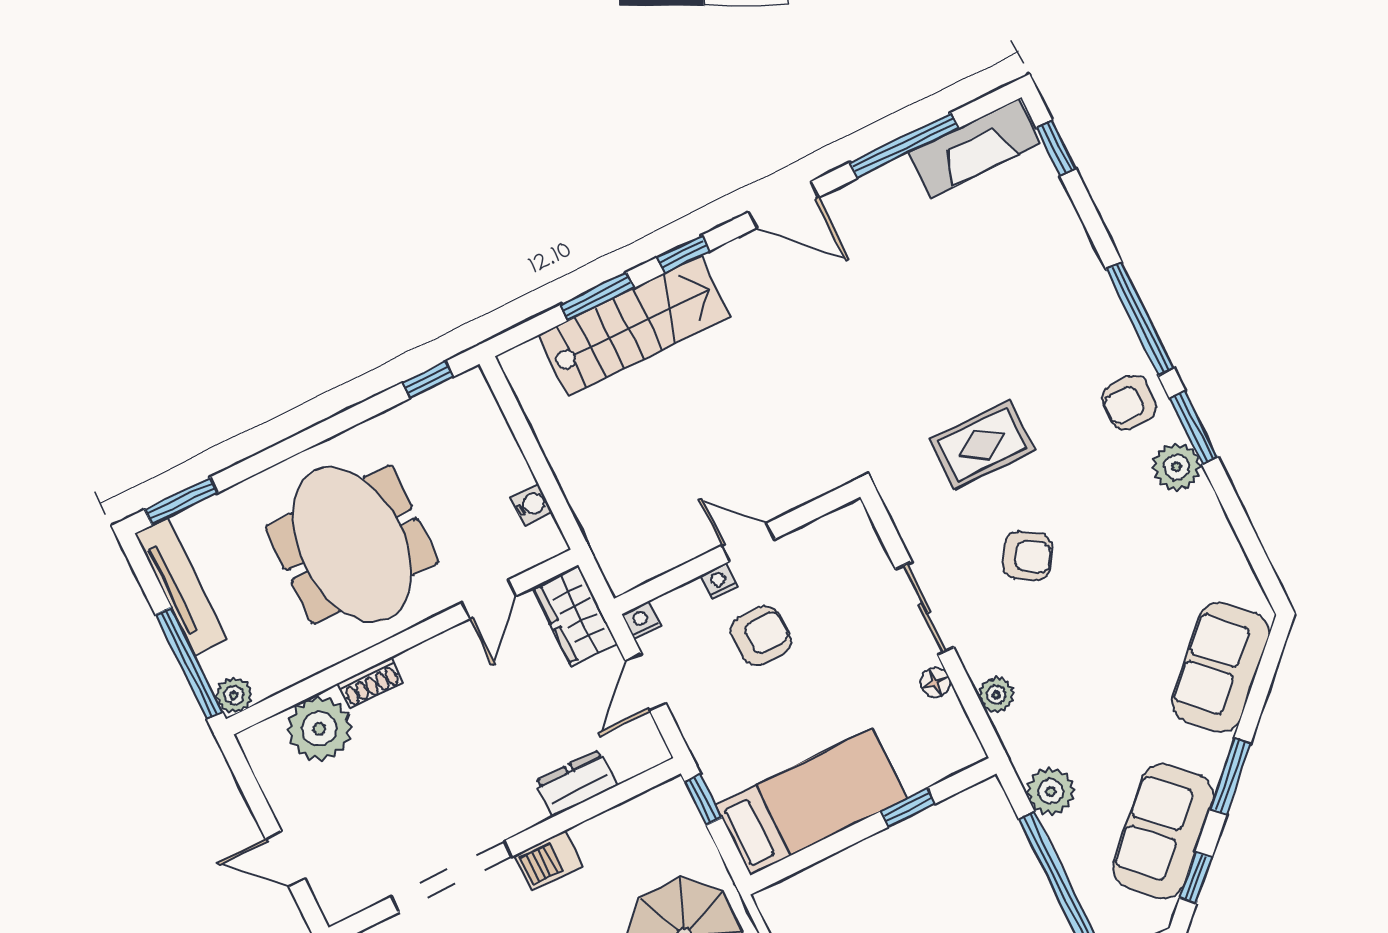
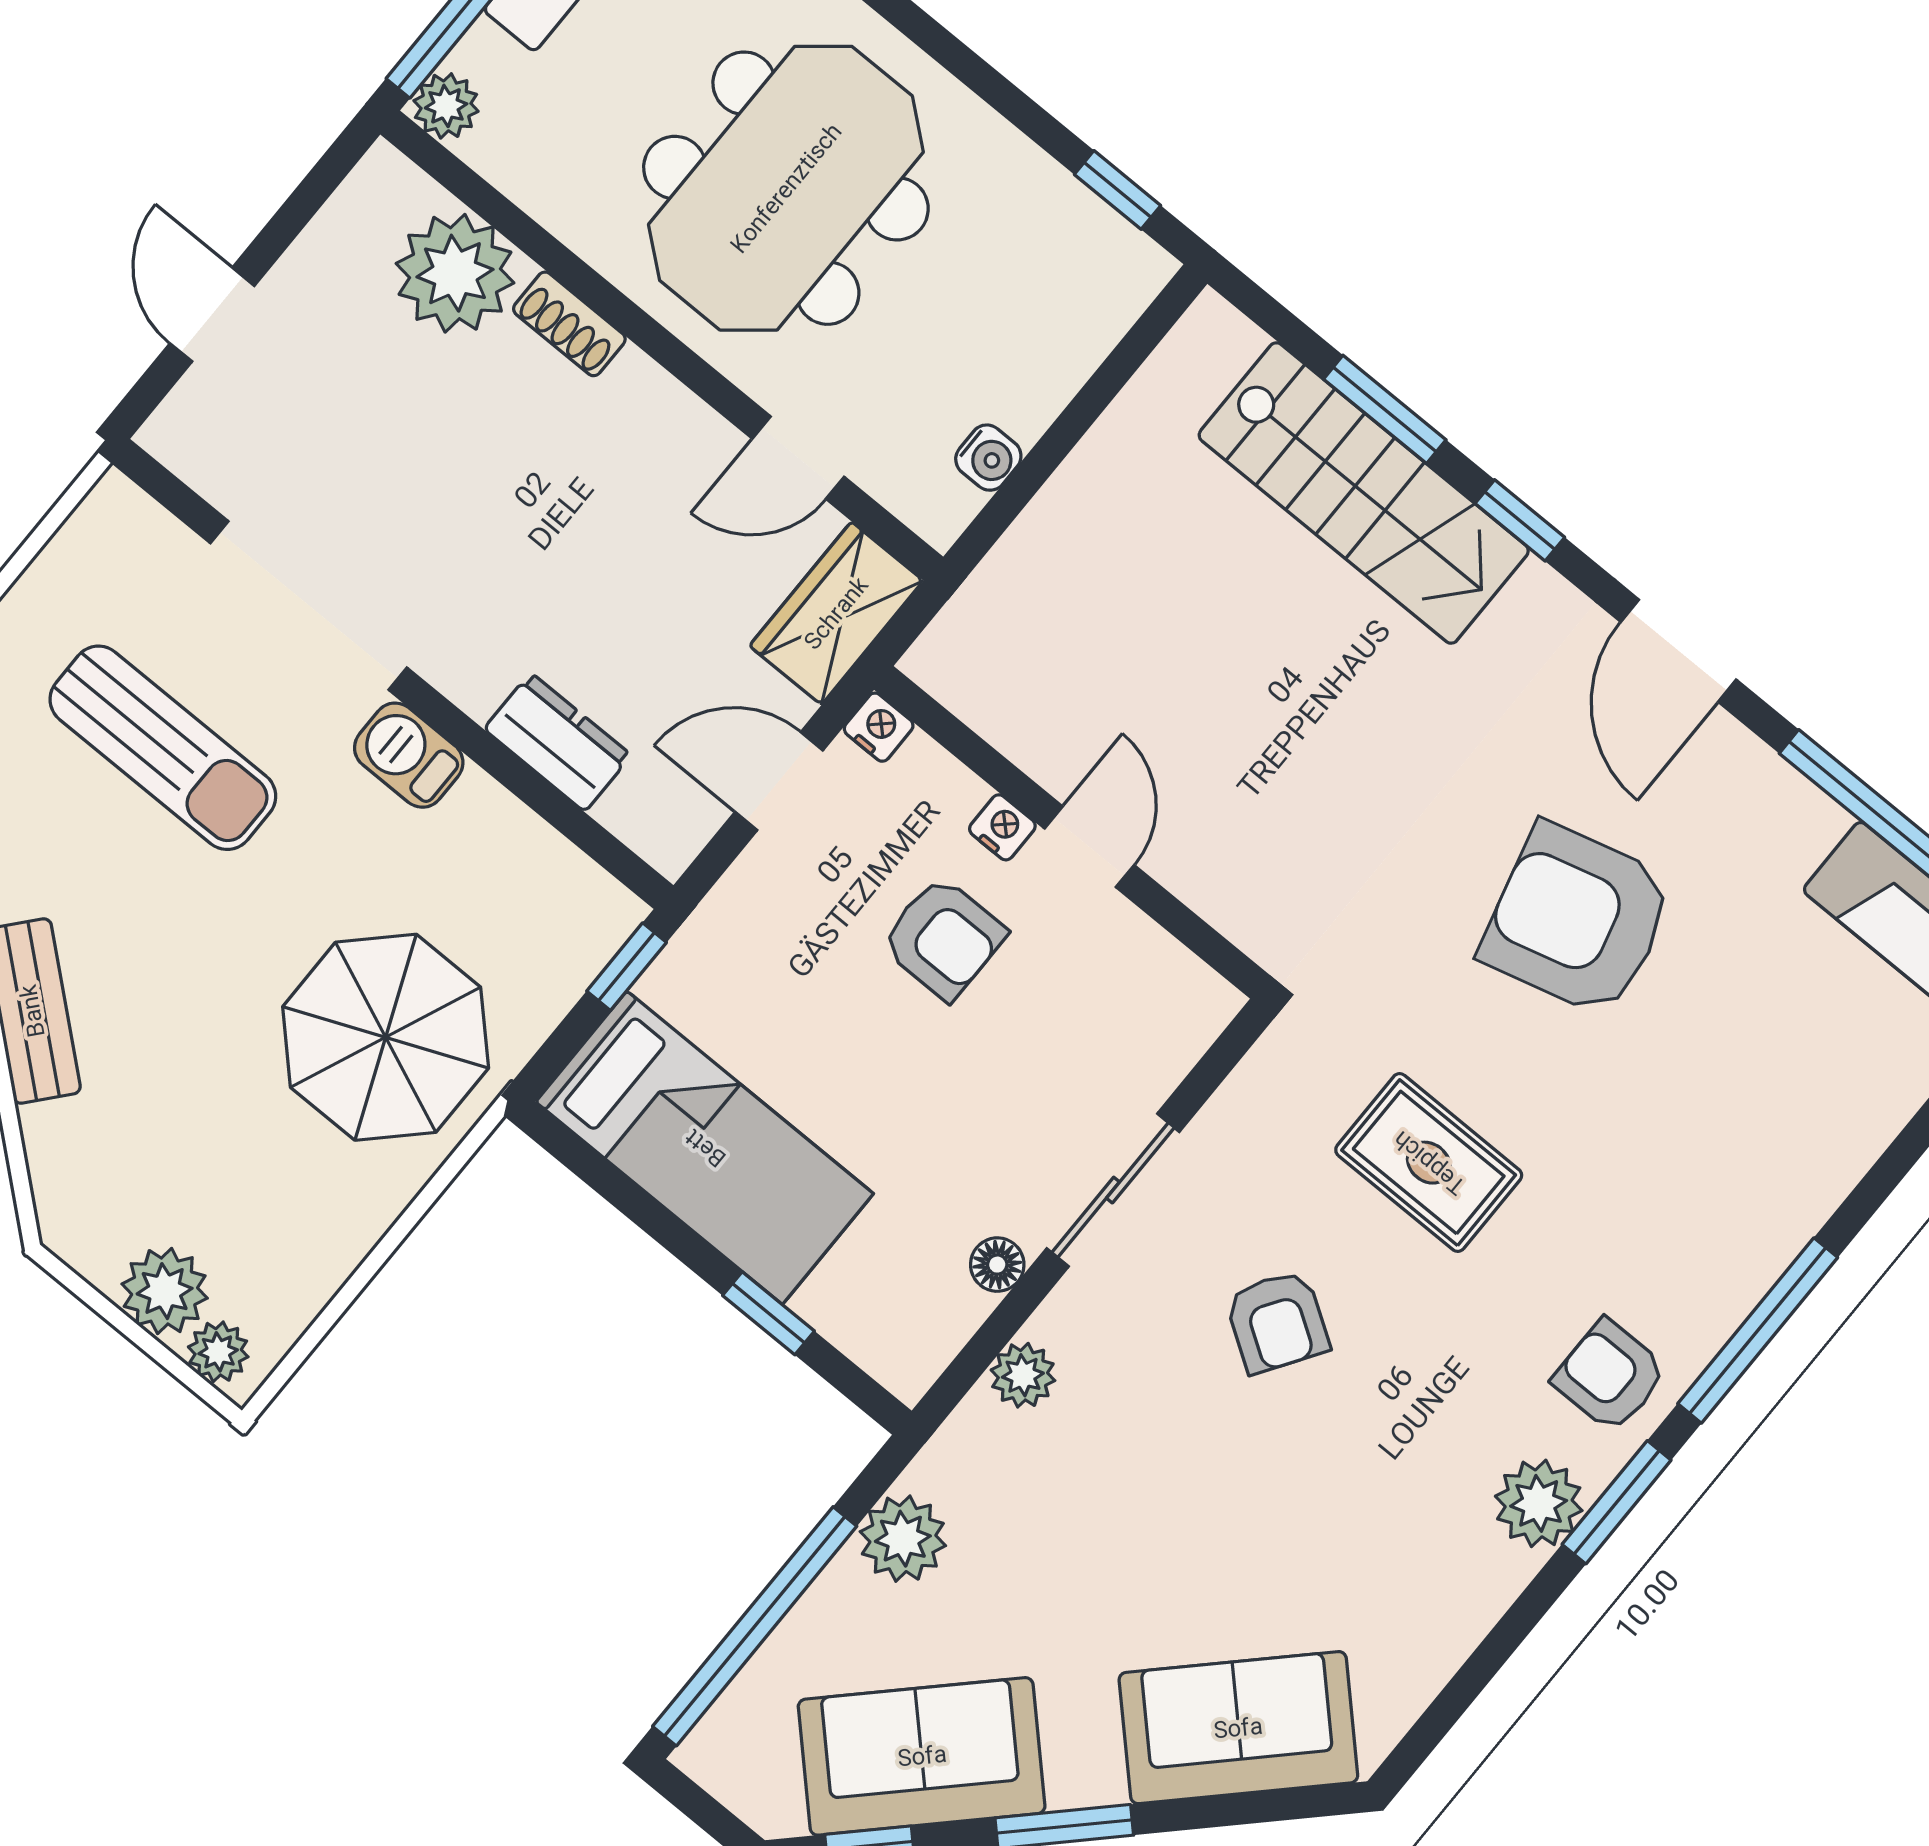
armchair: (895, 316) -> (1577, 920), added

